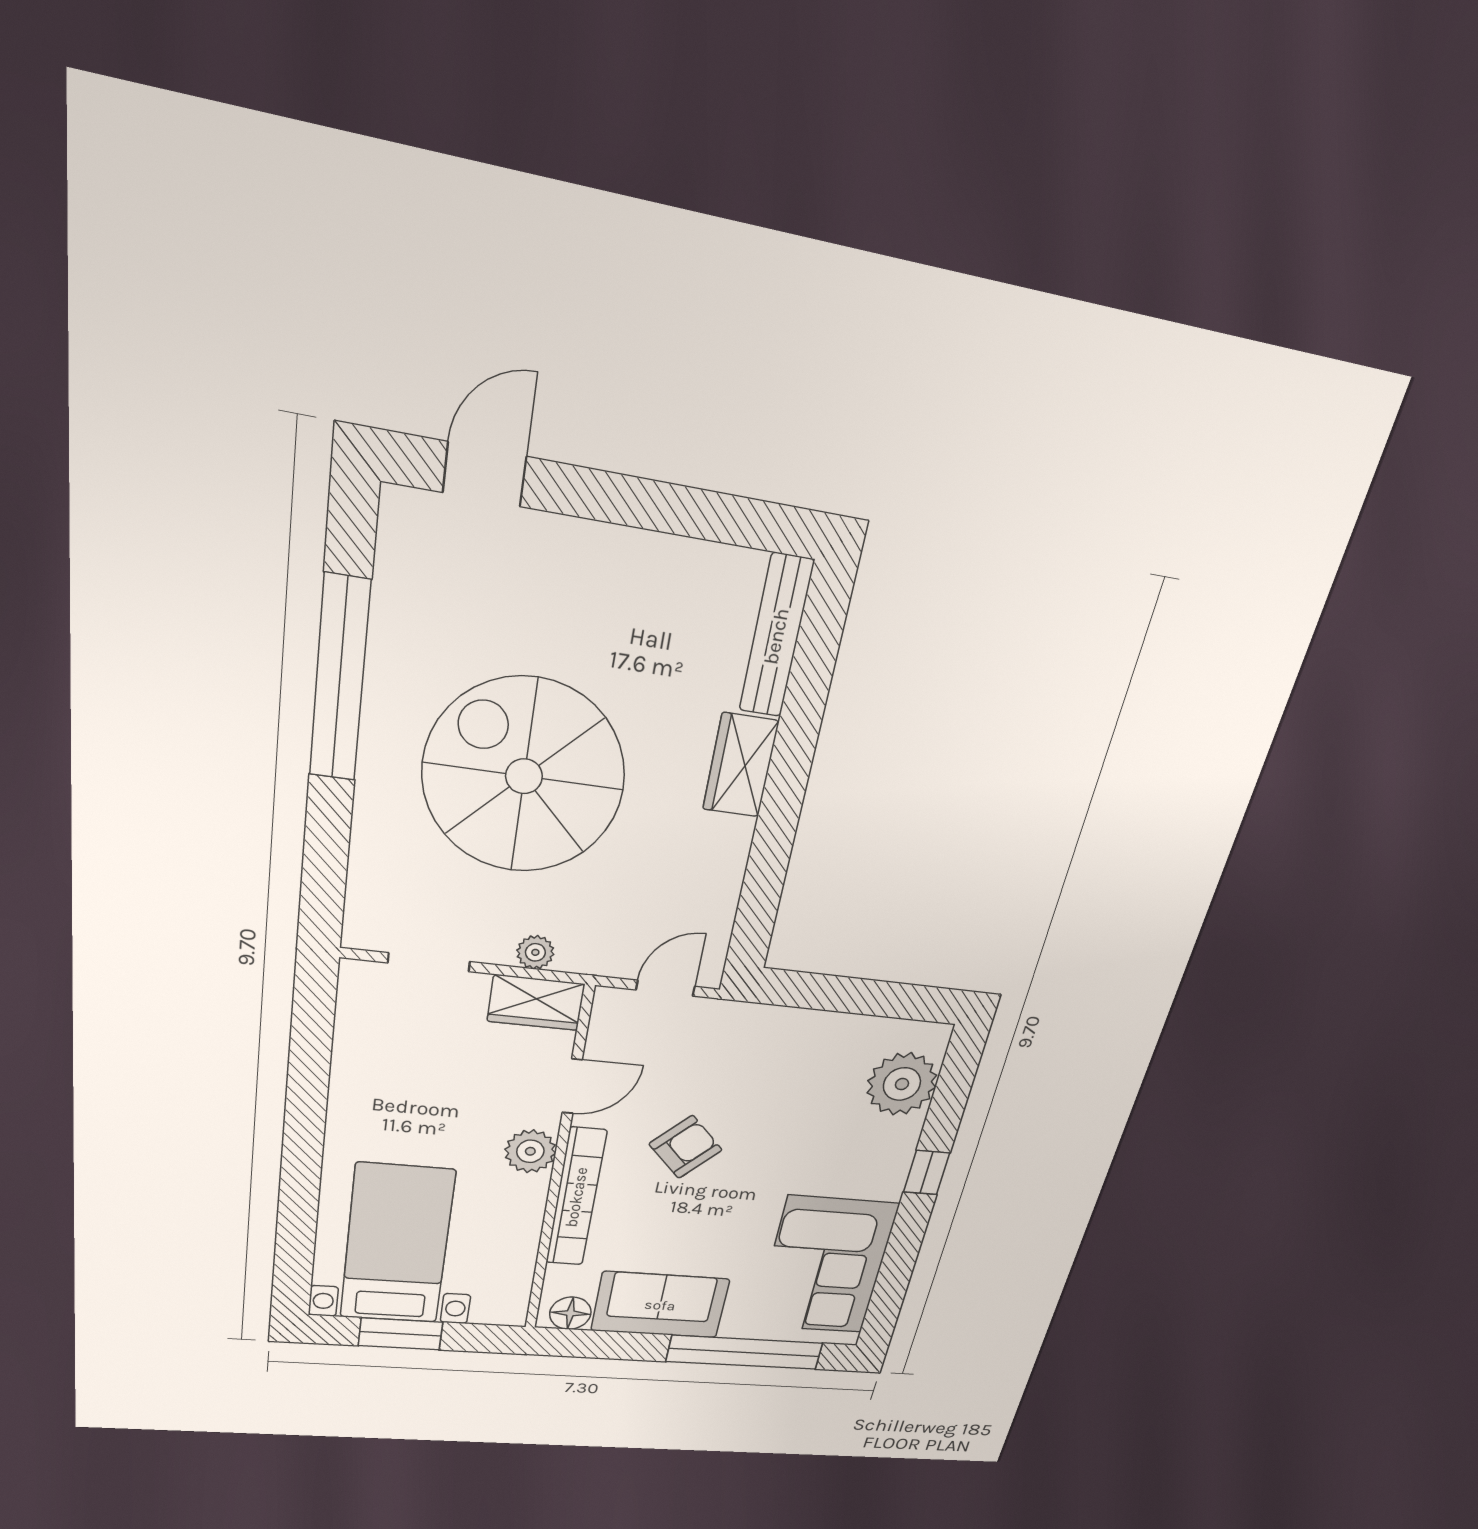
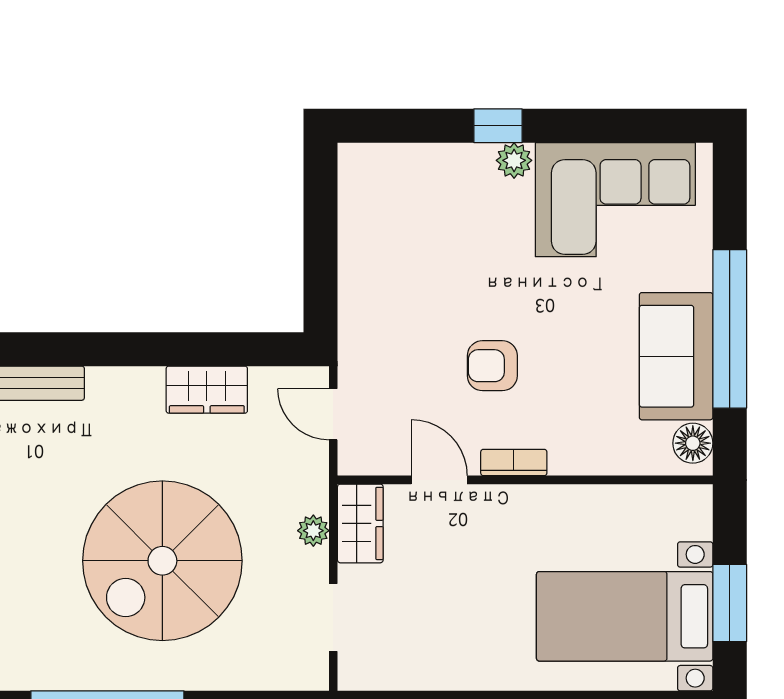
wardrobe: (741, 765) -> (207, 390), moved
plant: (902, 1084) -> (514, 160), moved, width x0.53, depth x0.53
armchair: (686, 1147) -> (492, 366), turned -45
plant: (530, 1151) -> (511, 508), removed
bookcase: (576, 1197) -> (514, 462), width x0.43, depth x0.76
window: (745, 1352) -> (730, 329), moved

